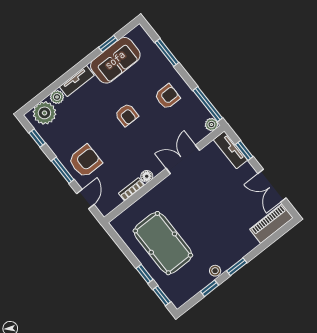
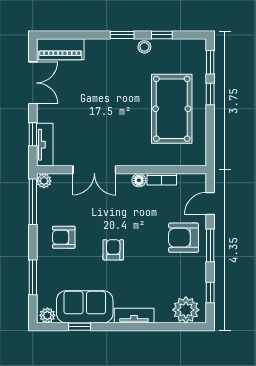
plant: (57, 97) -> (47, 315), moved

